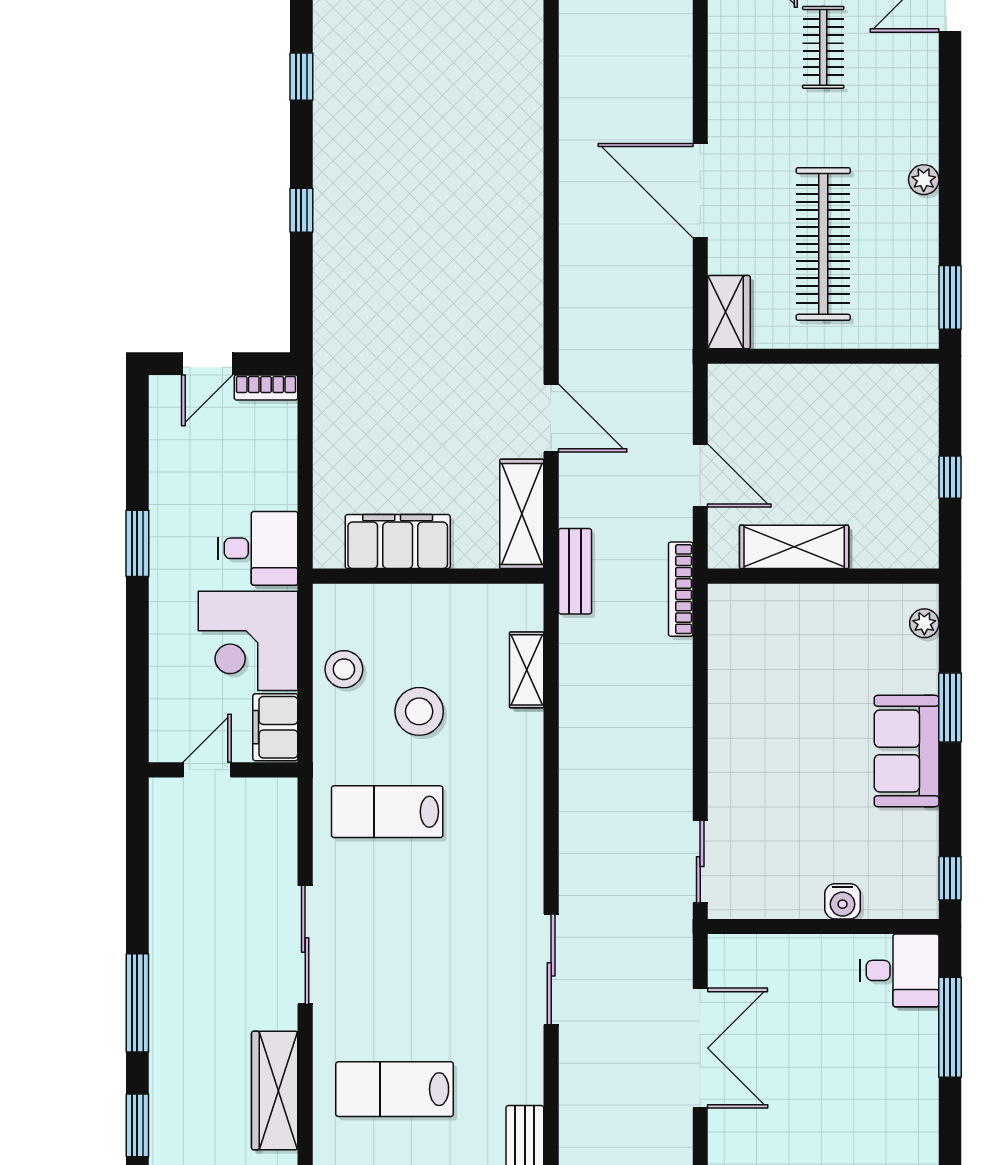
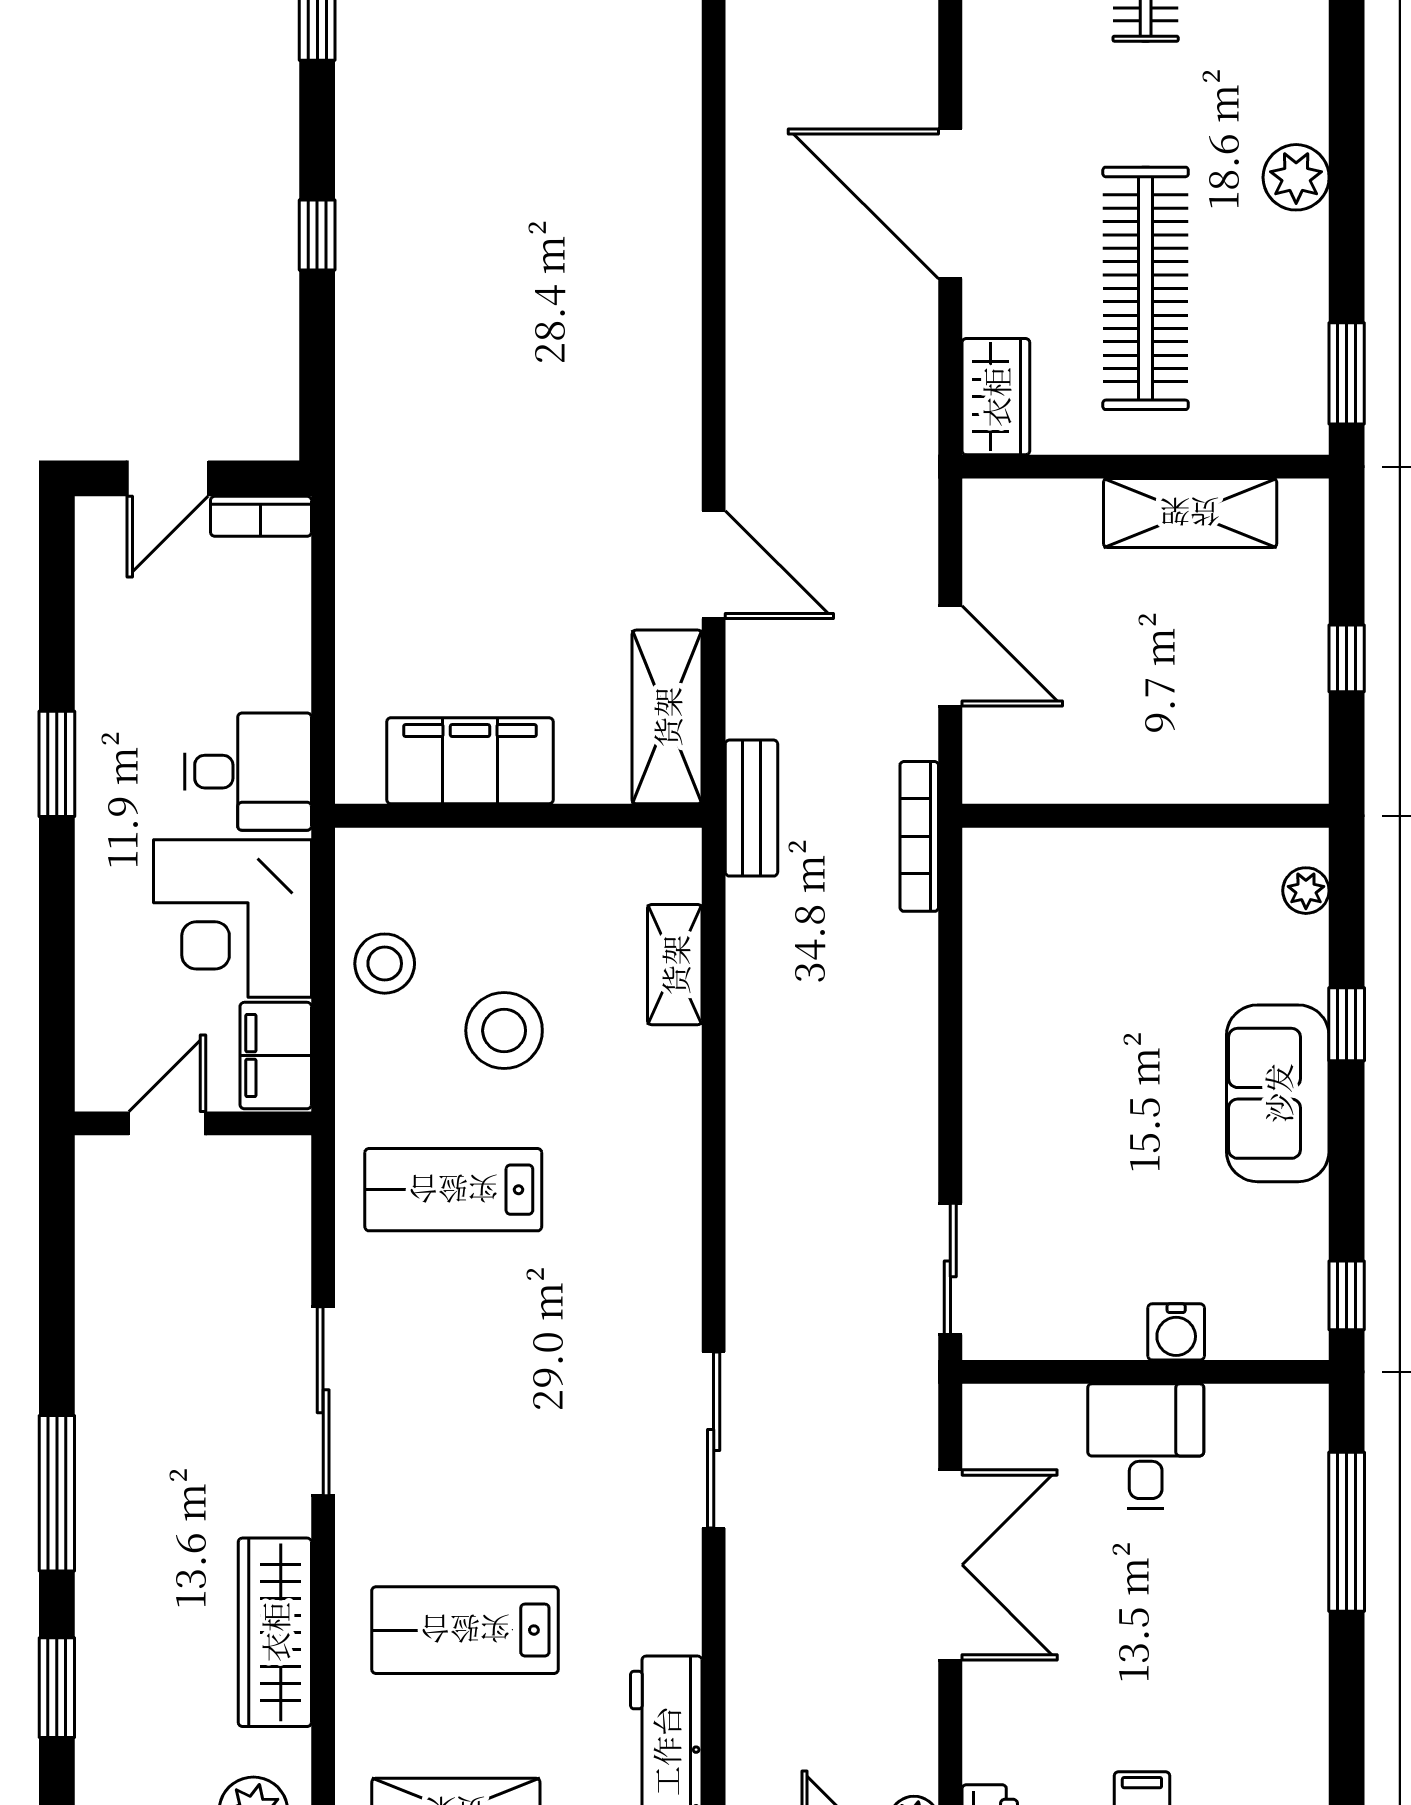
plant: (924, 180) -> (1296, 177), width x1.38, depth x1.38
shelving: (794, 547) -> (1190, 513), moved
window: (950, 707) -> (1347, 1024), width x0.67
desk: (899, 970) -> (1146, 1446), moved, turned -90

